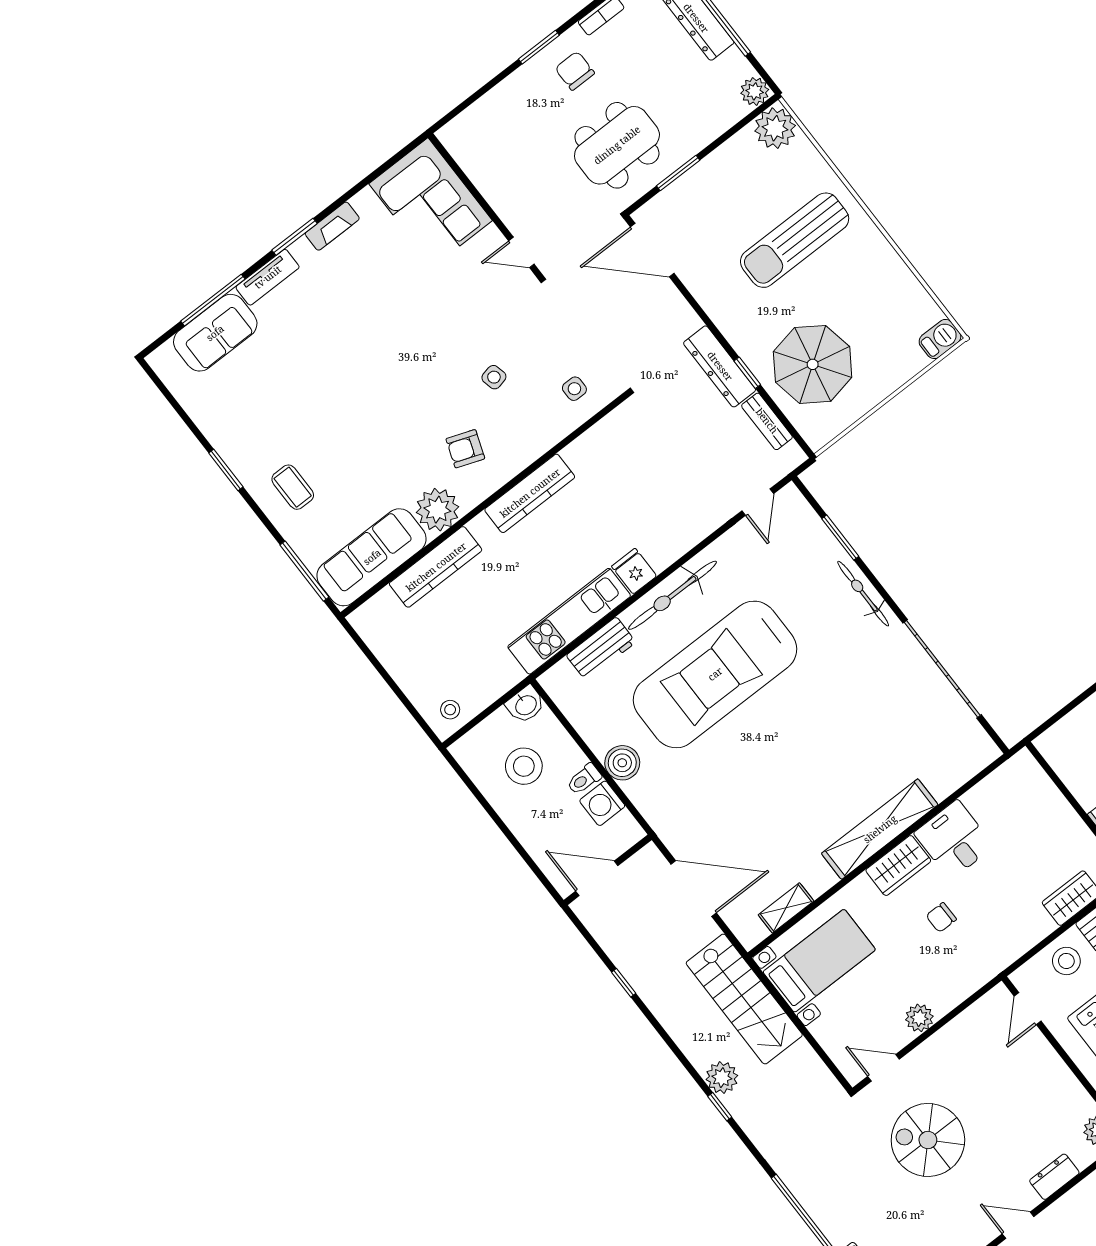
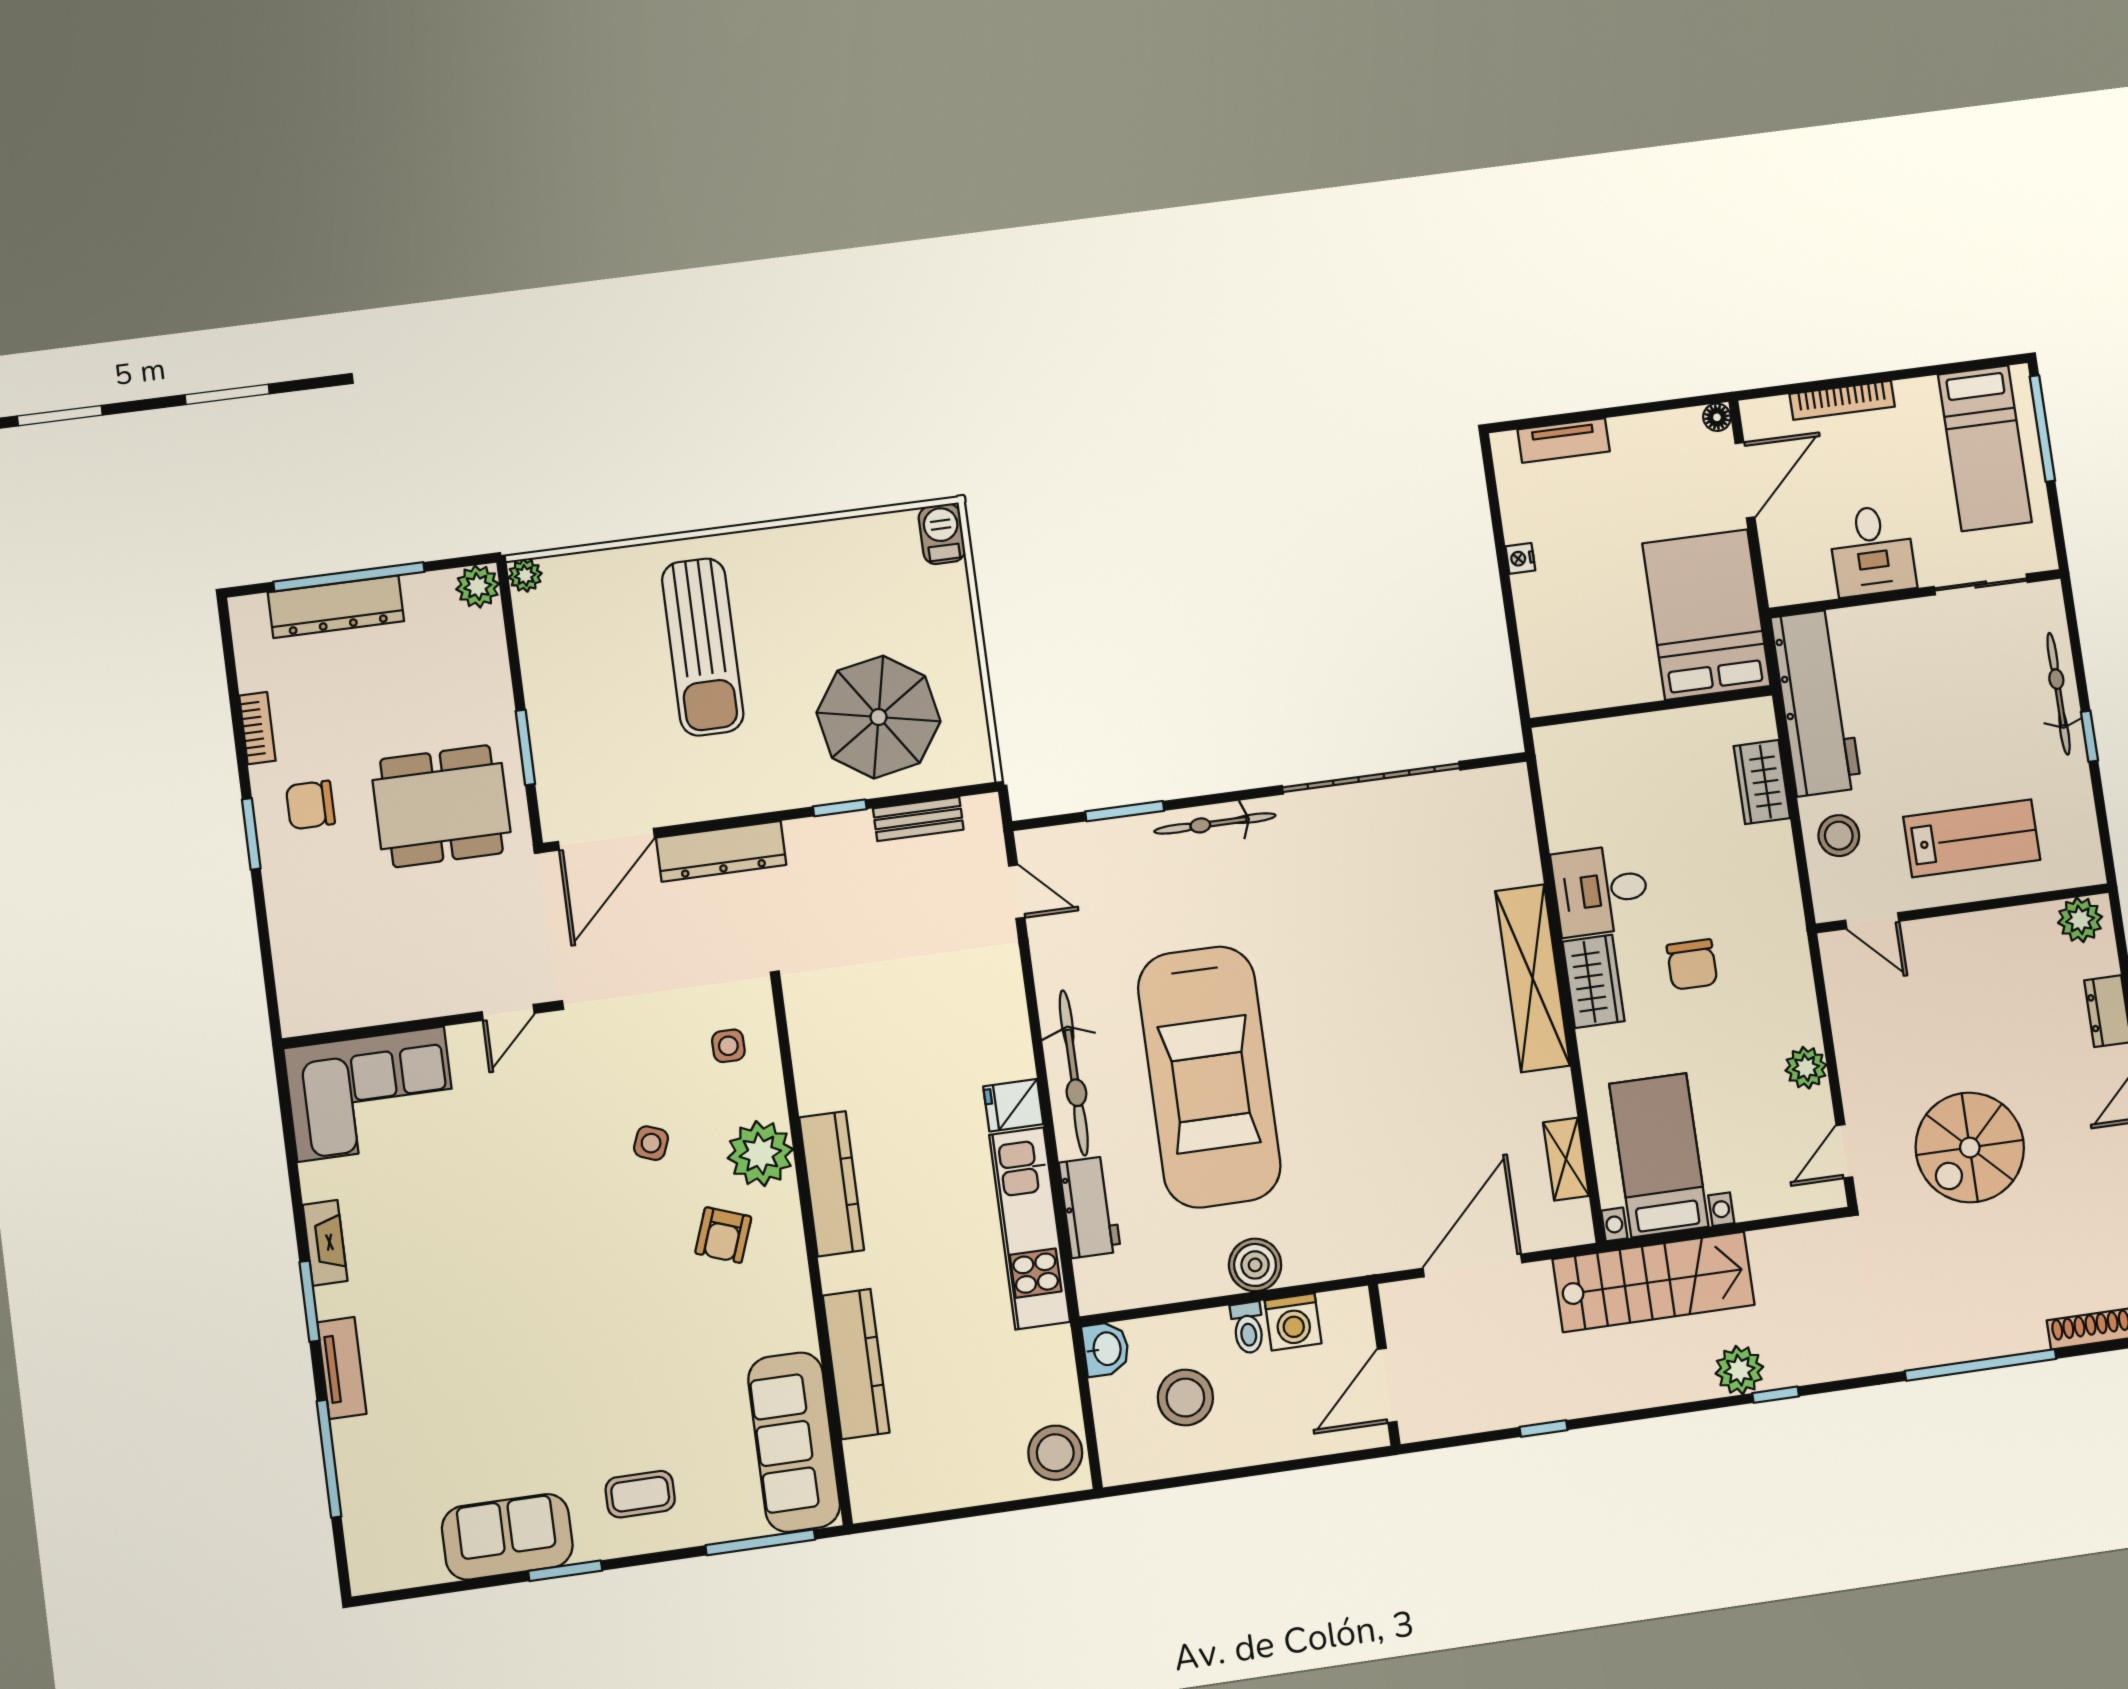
plant: (775, 128) -> (525, 575), width x0.53, depth x0.53
dining table: (617, 145) -> (441, 806), turned 90
sofa: (215, 333) -> (507, 1537), moved, turned -90
dresser: (720, 366) -> (721, 851), moved
side table: (494, 377) -> (651, 1143), turned 34
plant: (437, 510) -> (760, 1154), moved
stool: (450, 710) -> (1055, 1453), width x1.89, depth x1.89
chair: (941, 917) -> (1692, 965), width x1.37, depth x1.37

